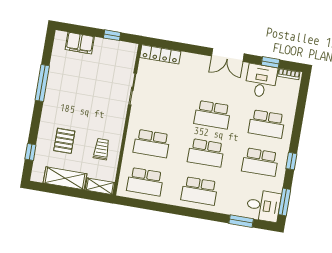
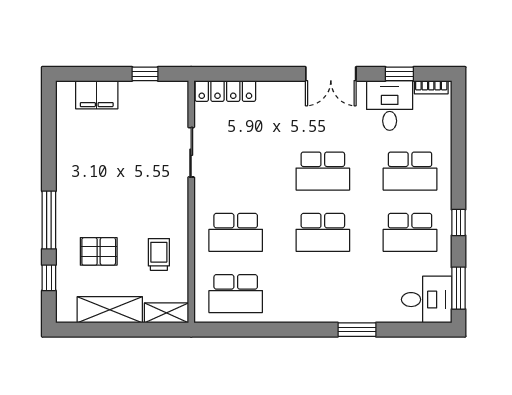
window: (42, 83) -> (49, 220), moved
pallet: (64, 141) -> (99, 251), turned 90
school desk: (199, 191) -> (323, 294), removed
window: (241, 221) -> (357, 330), moved

